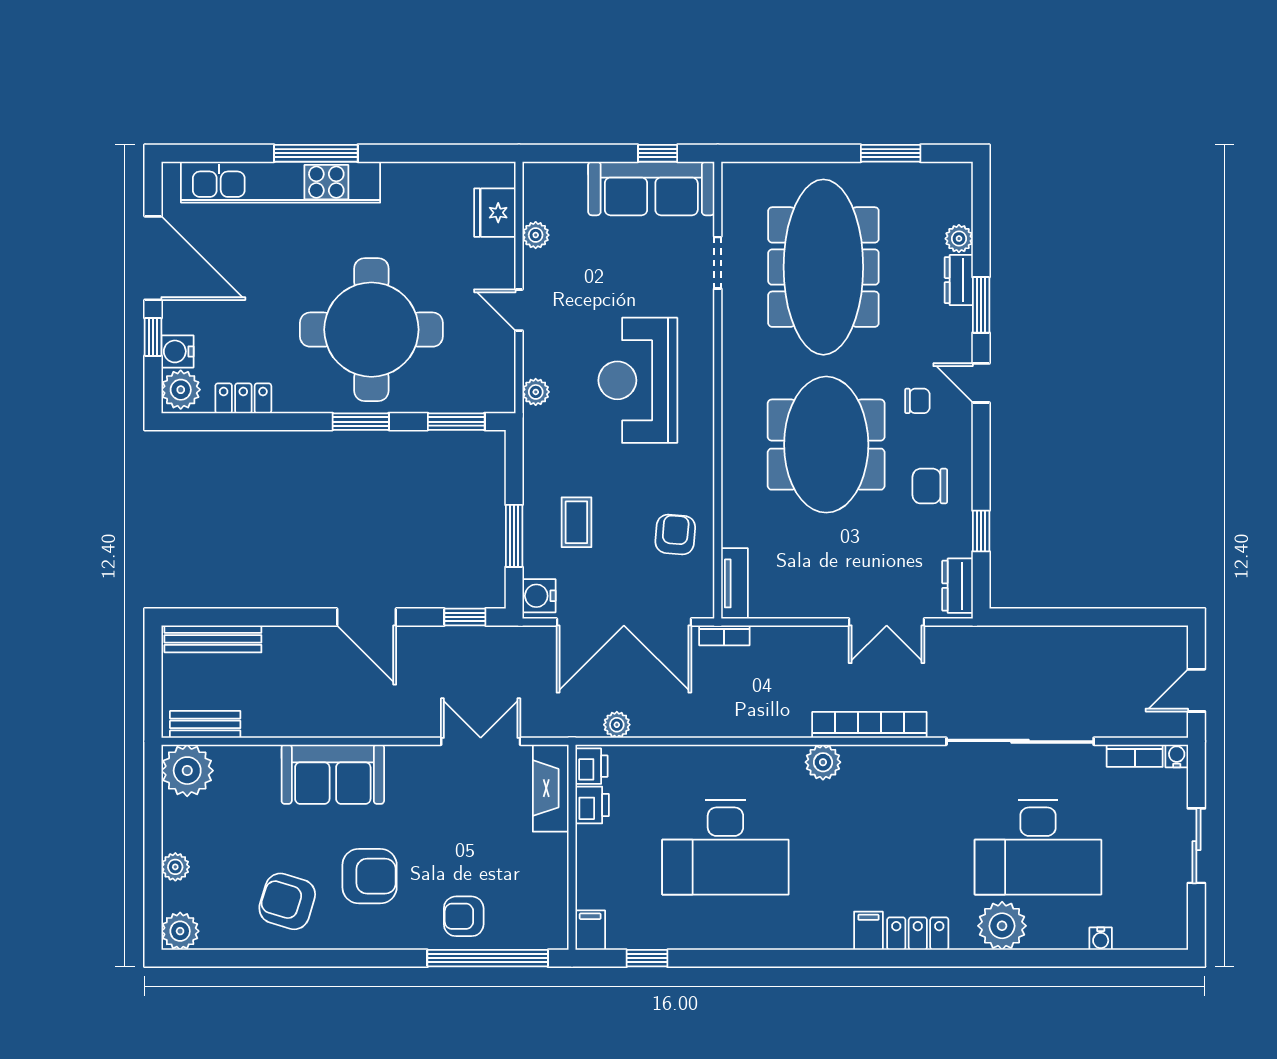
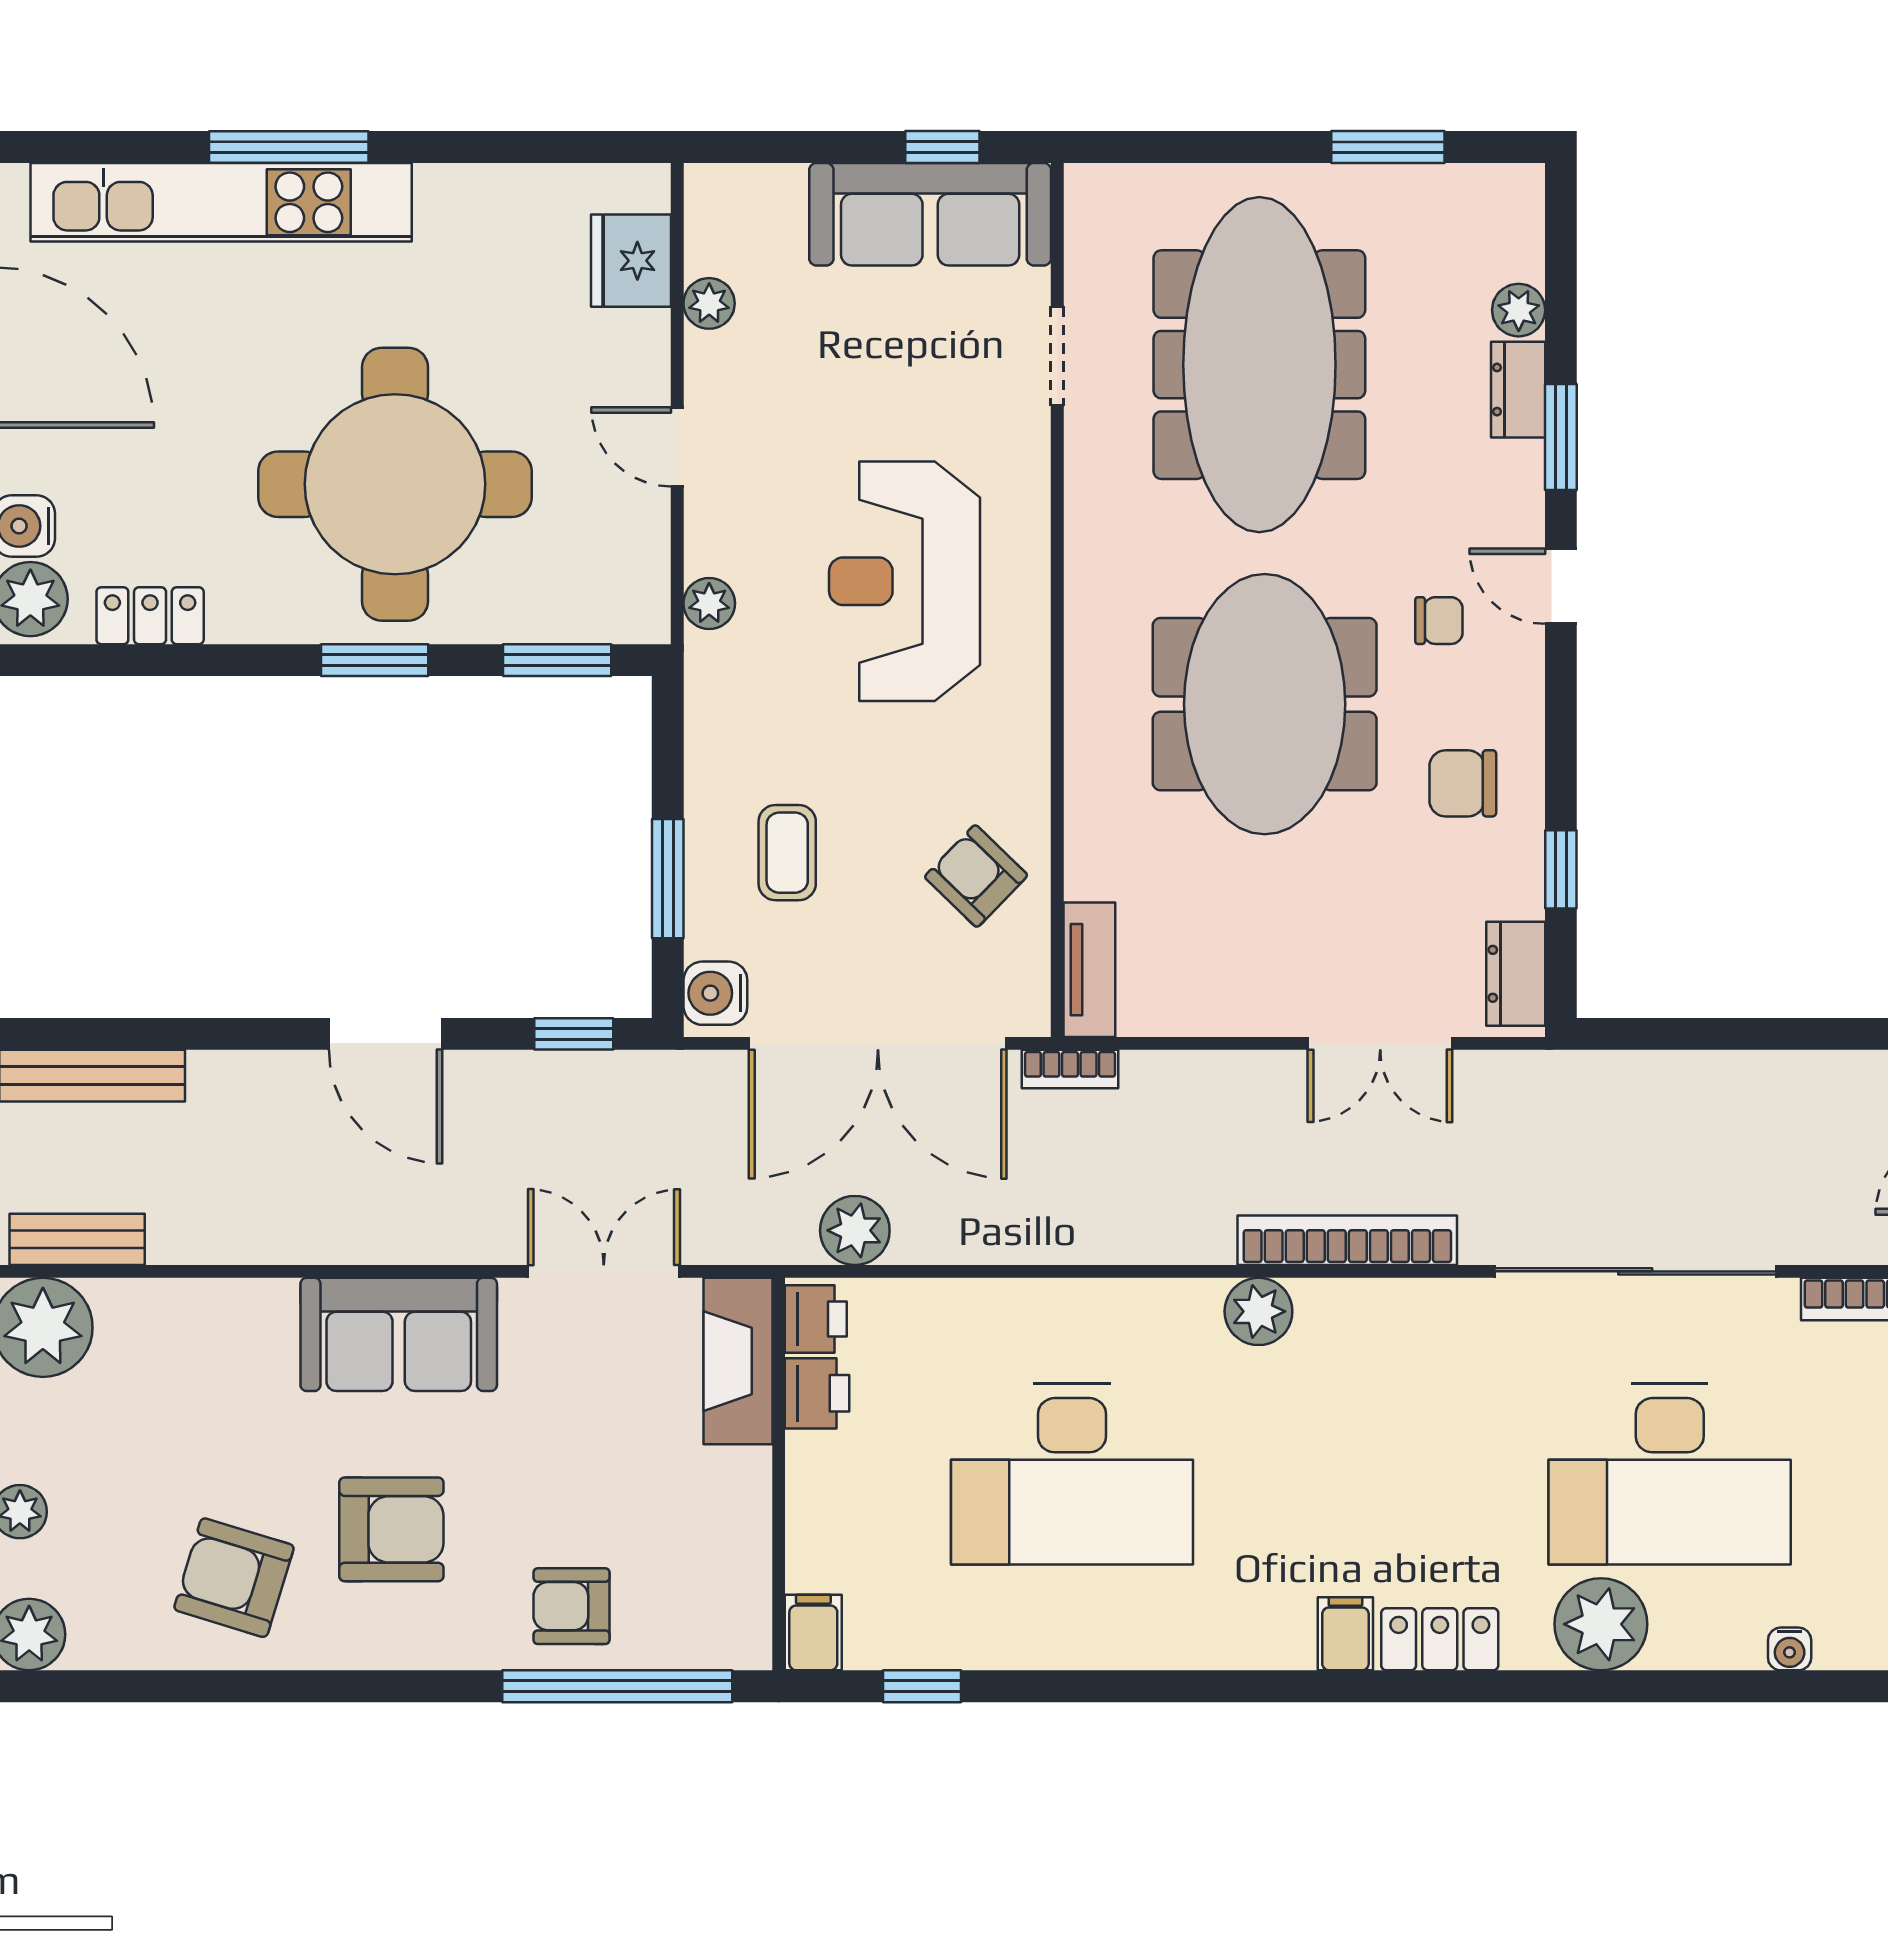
armchair: (675, 534) -> (976, 876), turned -51
plant: (617, 725) -> (855, 1230), width x1.38, depth x1.38
sofa: (333, 774) -> (399, 1334), moved

